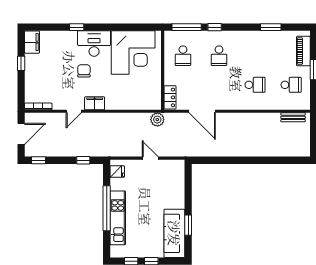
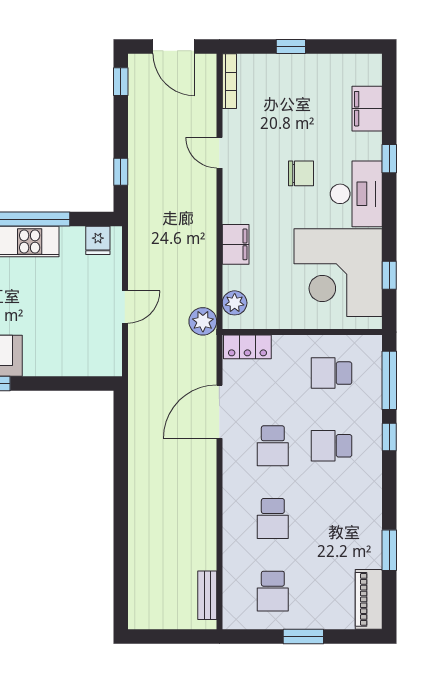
window: (134, 27) -> (389, 275), added
filing cabinet: (32, 42) -> (367, 109), moved, turned 90
piano: (303, 51) -> (369, 599), moved, turned -90
window: (21, 63) -> (291, 47), moved
school desk: (219, 85) -> (273, 446), added
filing cabinet: (95, 103) -> (236, 244), moved
plant: (148, 104) -> (235, 303), added

